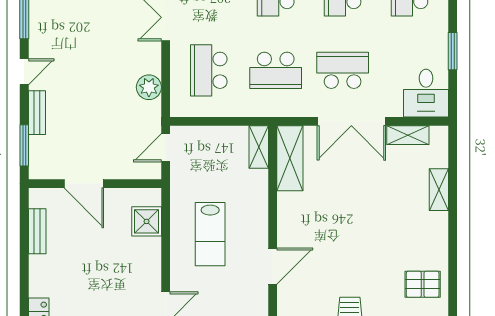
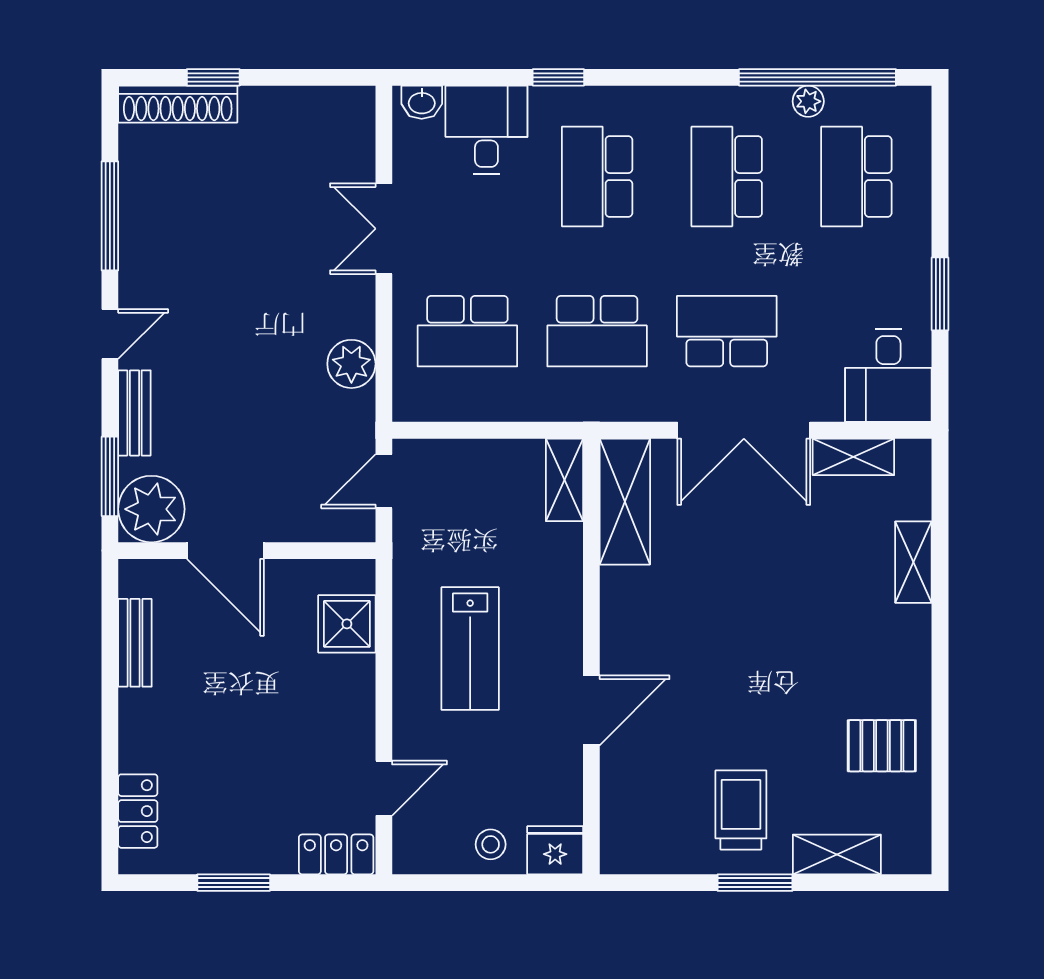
school desk: (209, 70) -> (467, 331), turned -90
plant: (46, 162) -> (151, 509), added

